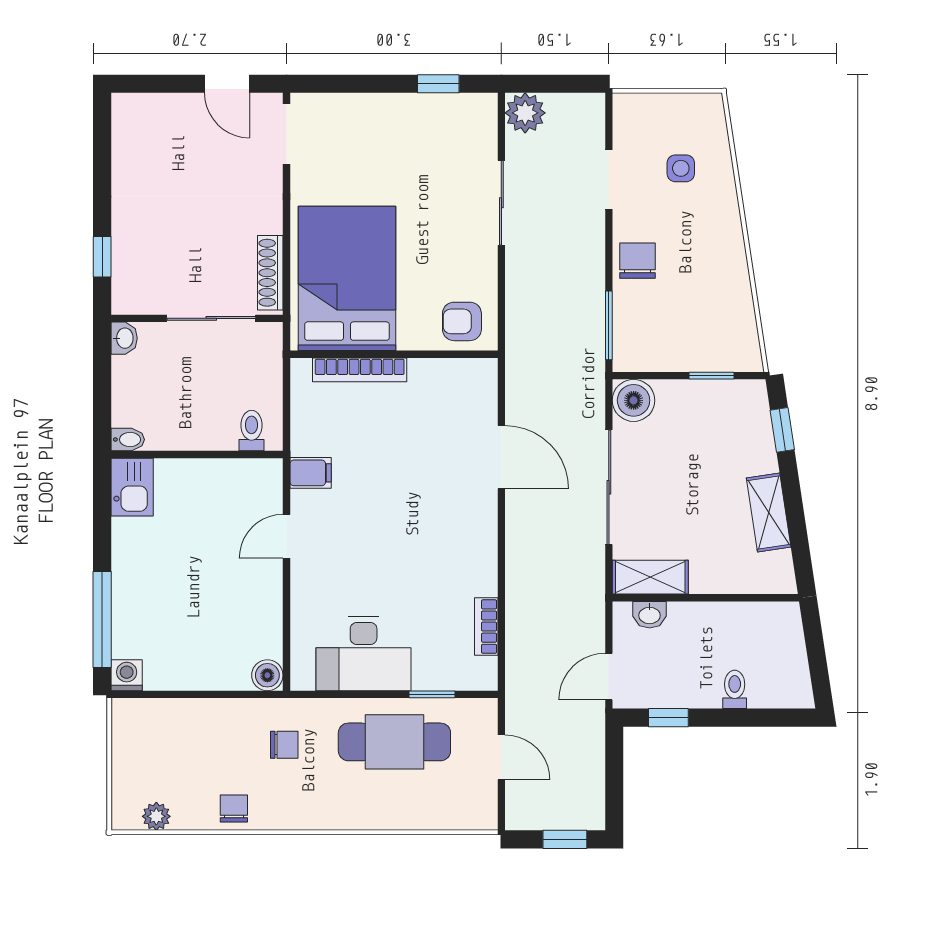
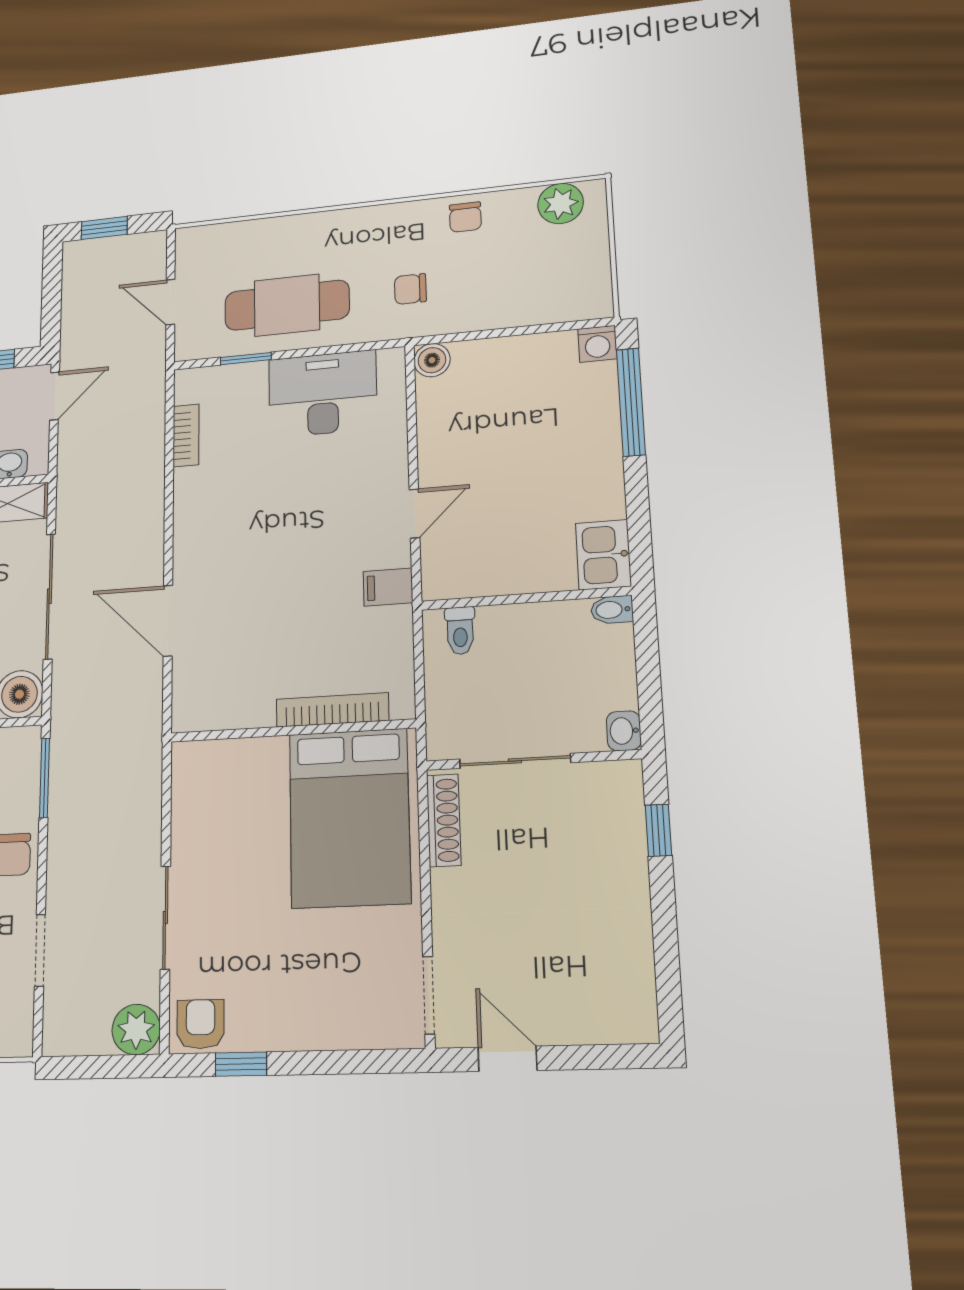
armchair: (462, 321) -> (201, 1024), moved, turned -90
plant: (156, 816) -> (561, 203), width x1.38, depth x1.38

